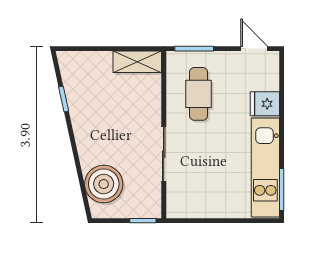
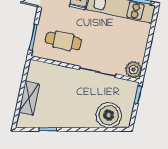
shelving: (137, 62) -> (29, 98), moved
plant: (178, 206) -> (134, 70), added

